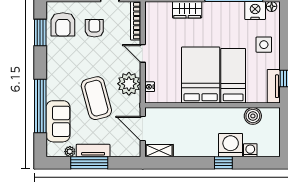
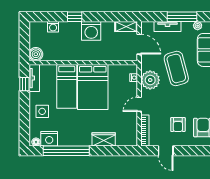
door: (143, 53) -> (139, 104), swing flipped
boiler: (253, 116) -> (36, 54), moved
washing machine: (231, 145) -> (91, 31), moved
tv unit: (93, 151) -> (167, 26), moved

